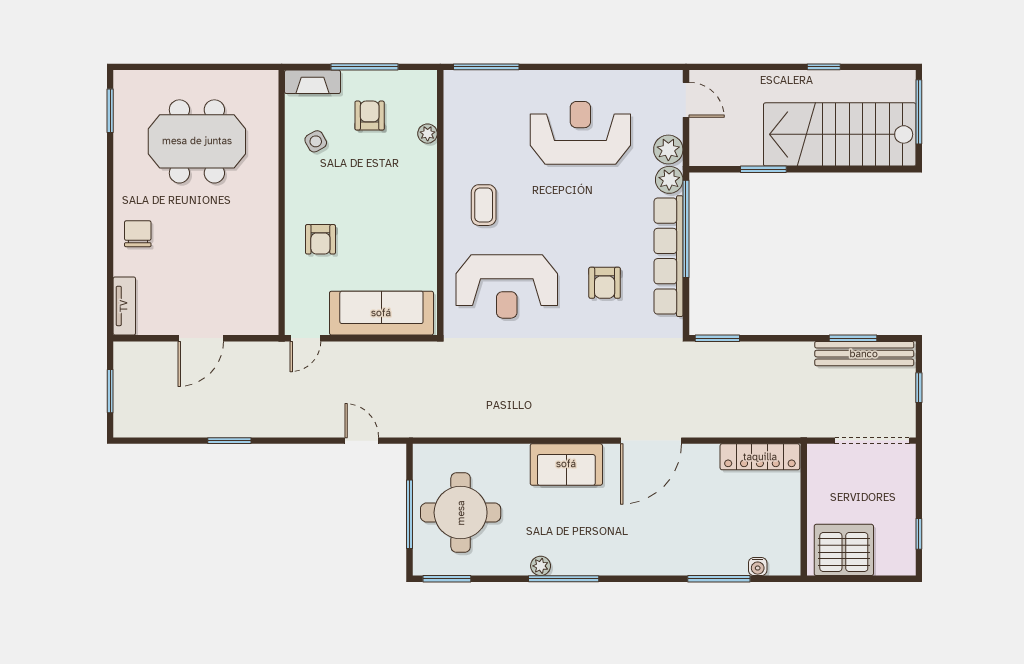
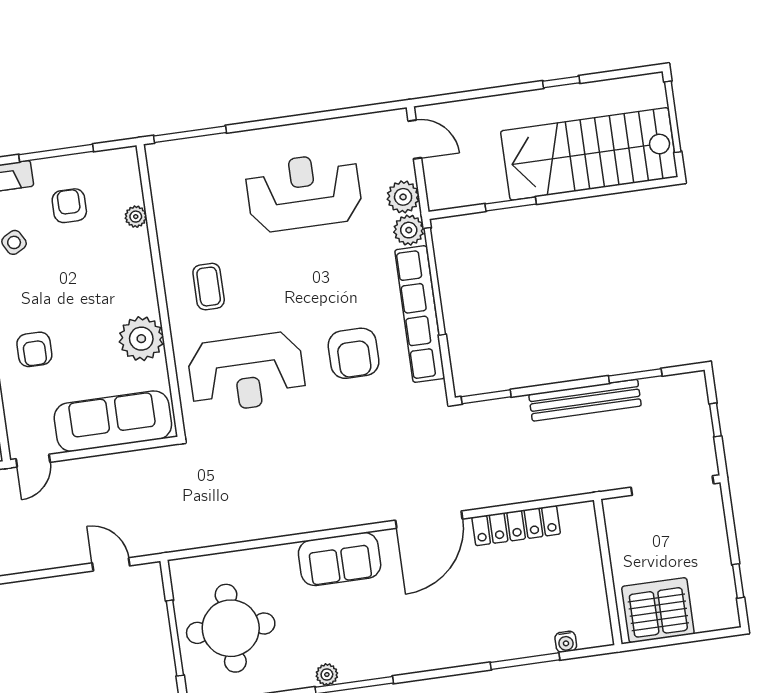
plant: (417, 243) -> (141, 339), added
armchair: (605, 283) -> (354, 353), width x1.38, depth x1.38
bench: (864, 354) -> (585, 400), moved
locker: (760, 457) -> (516, 526), moved

